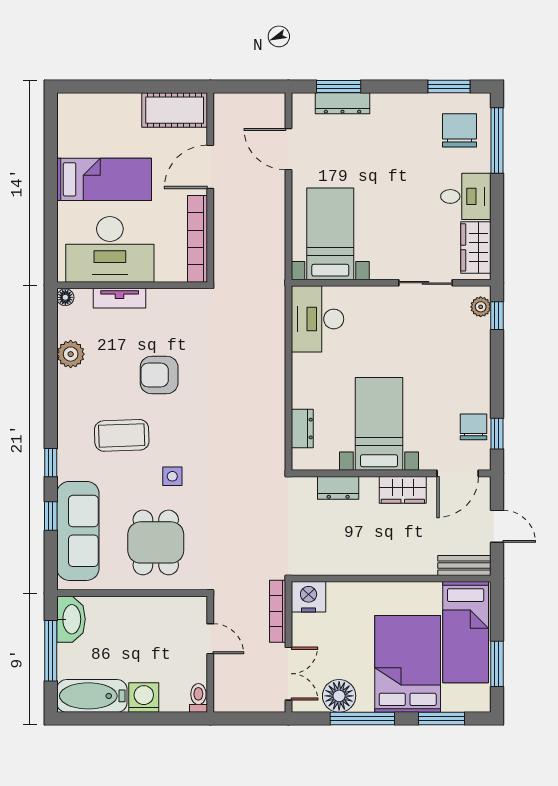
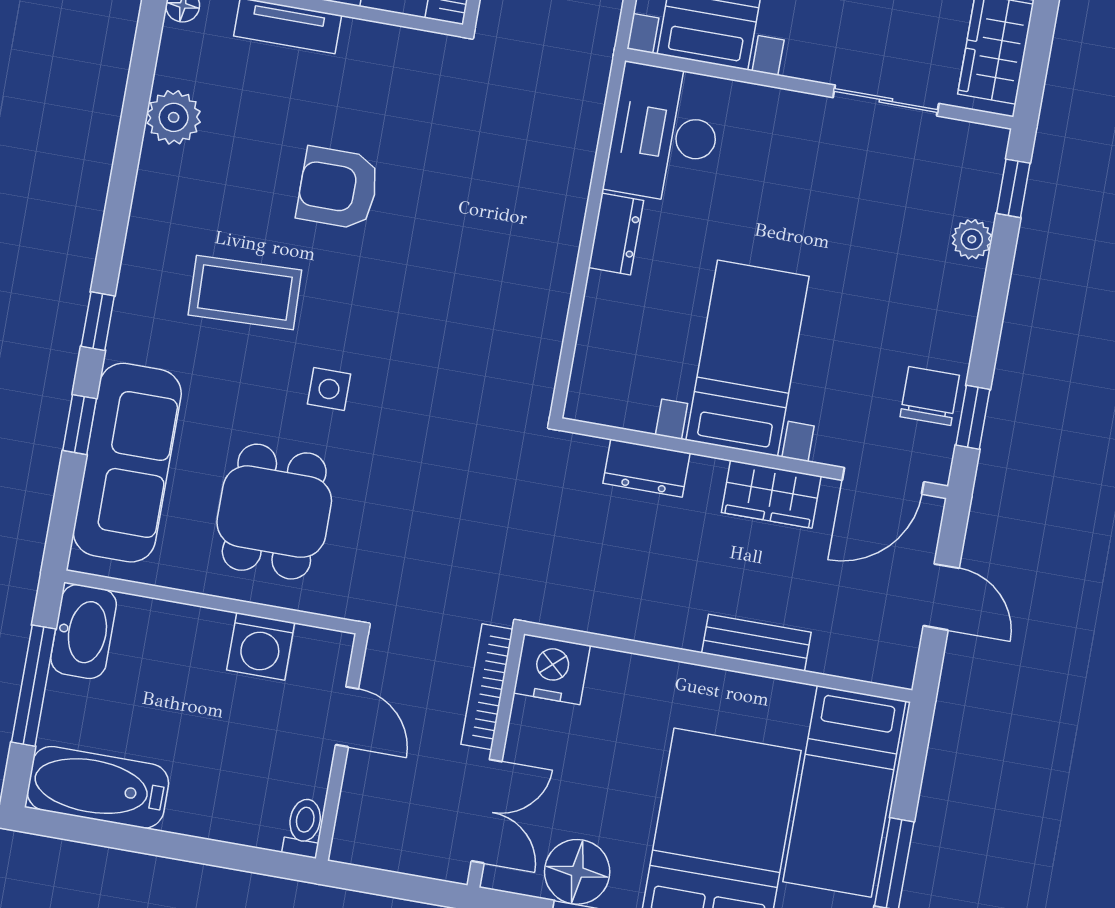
plant: (481, 307) -> (972, 239), moved
dresser: (302, 428) -> (616, 234), moved
bench: (464, 565) -> (756, 643), moved
washing machine: (144, 697) -> (261, 646), moved, turned 180

